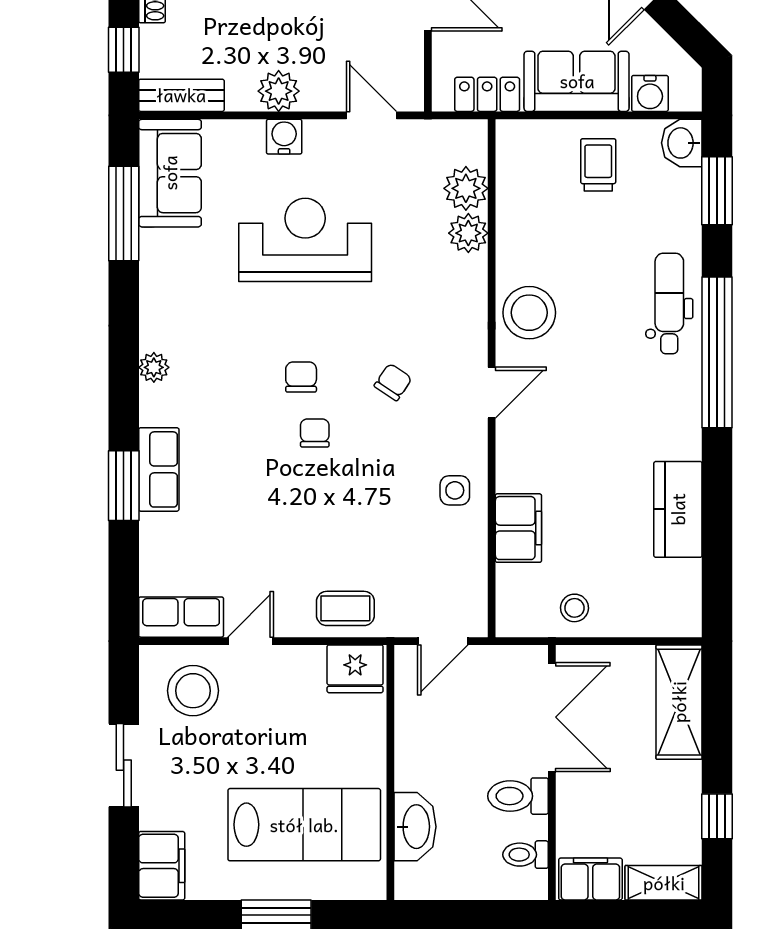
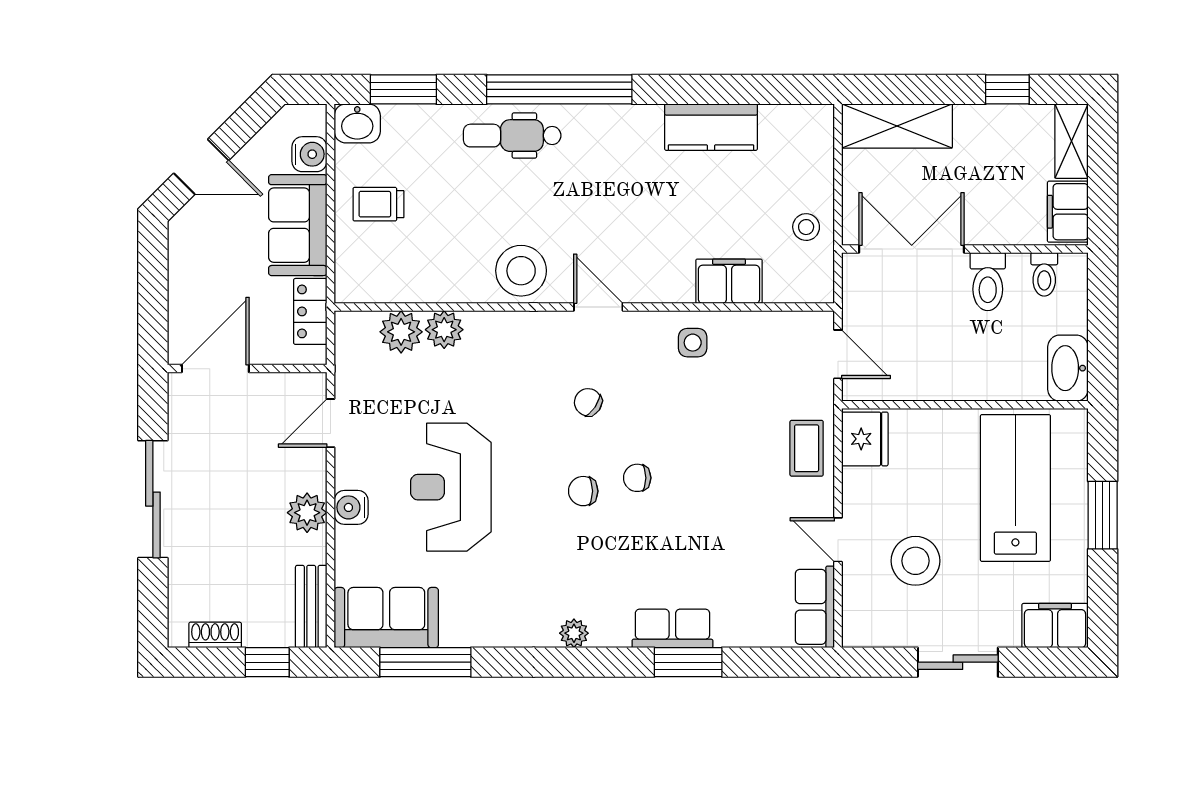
stool: (193, 691) -> (916, 561), moved
washbasin: (415, 827) -> (1068, 368), moved, turned -90

